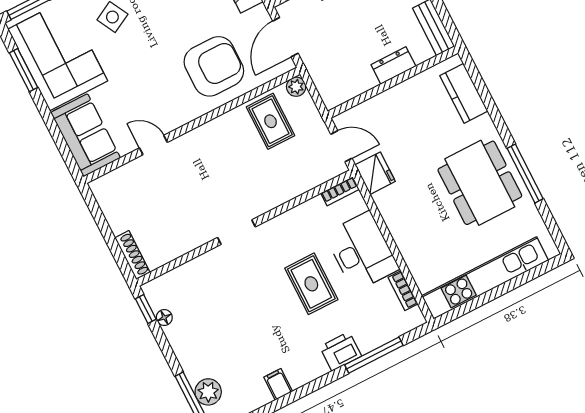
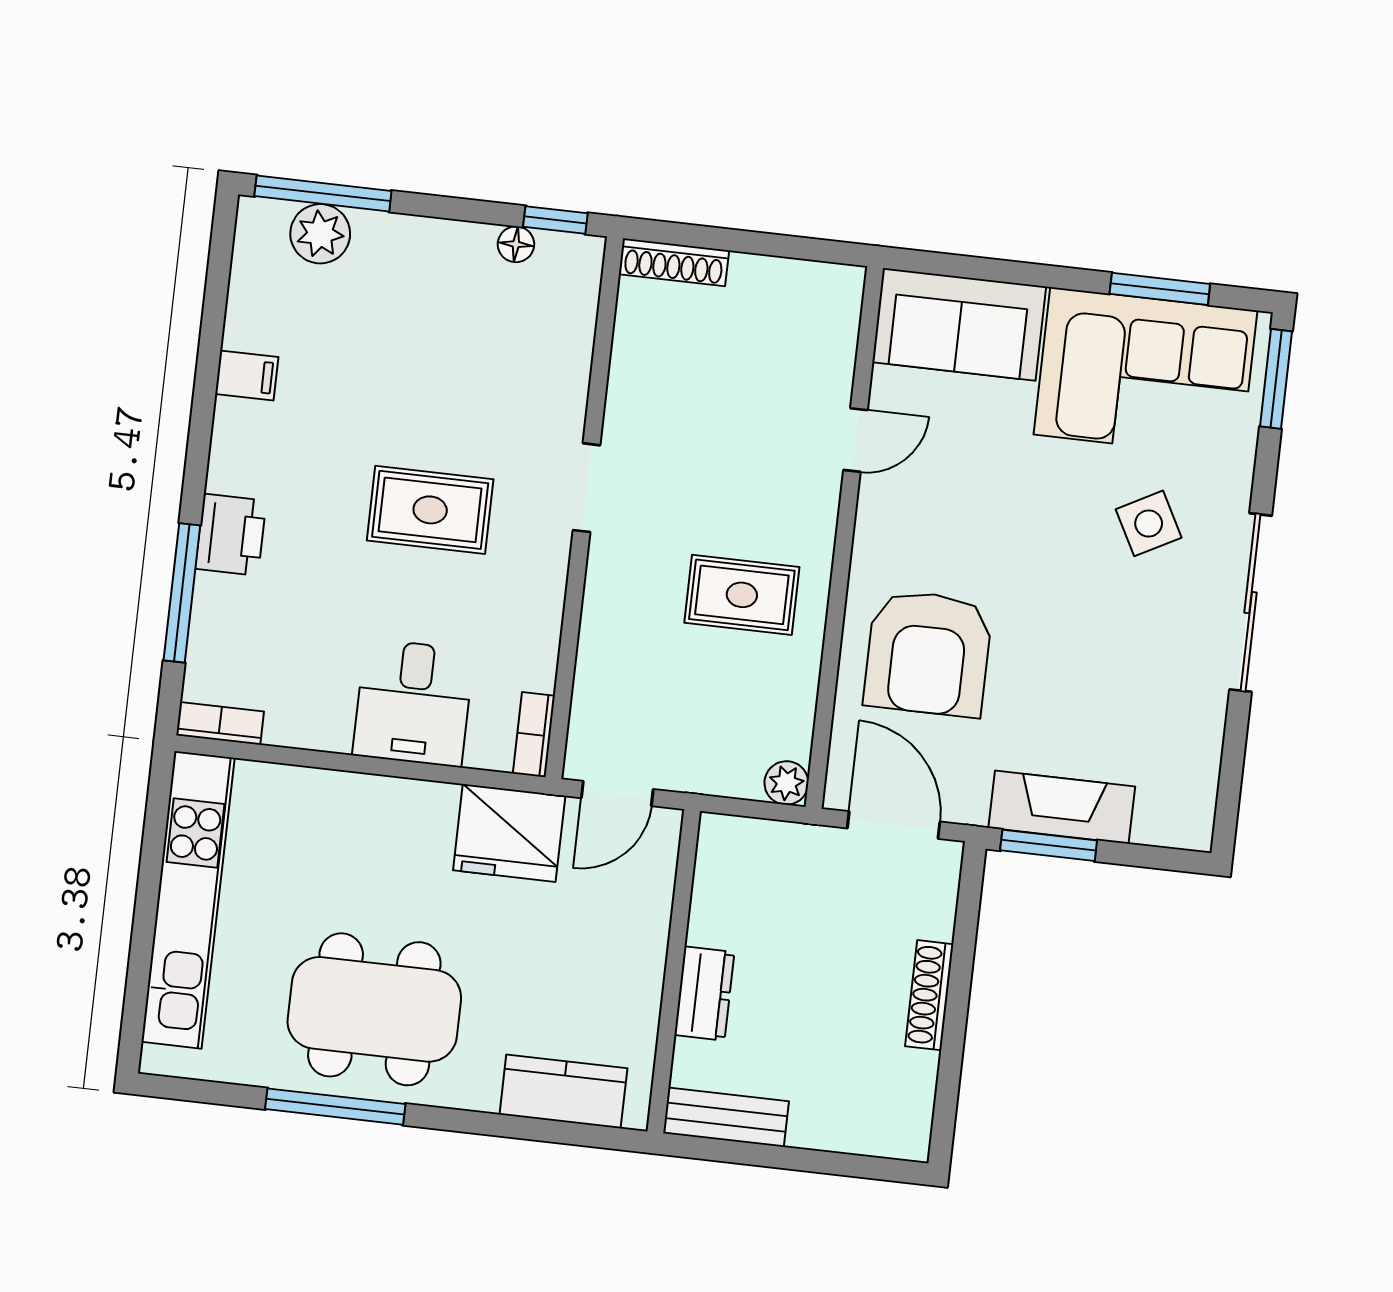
rug: (271, 121) -> (742, 595), moved
fridge: (375, 173) -> (509, 833), width x1.36, depth x1.34
desk: (362, 251) -> (413, 703), width x0.73
rug: (311, 284) -> (430, 510), moved
bookcase: (403, 291) -> (220, 723), moved

